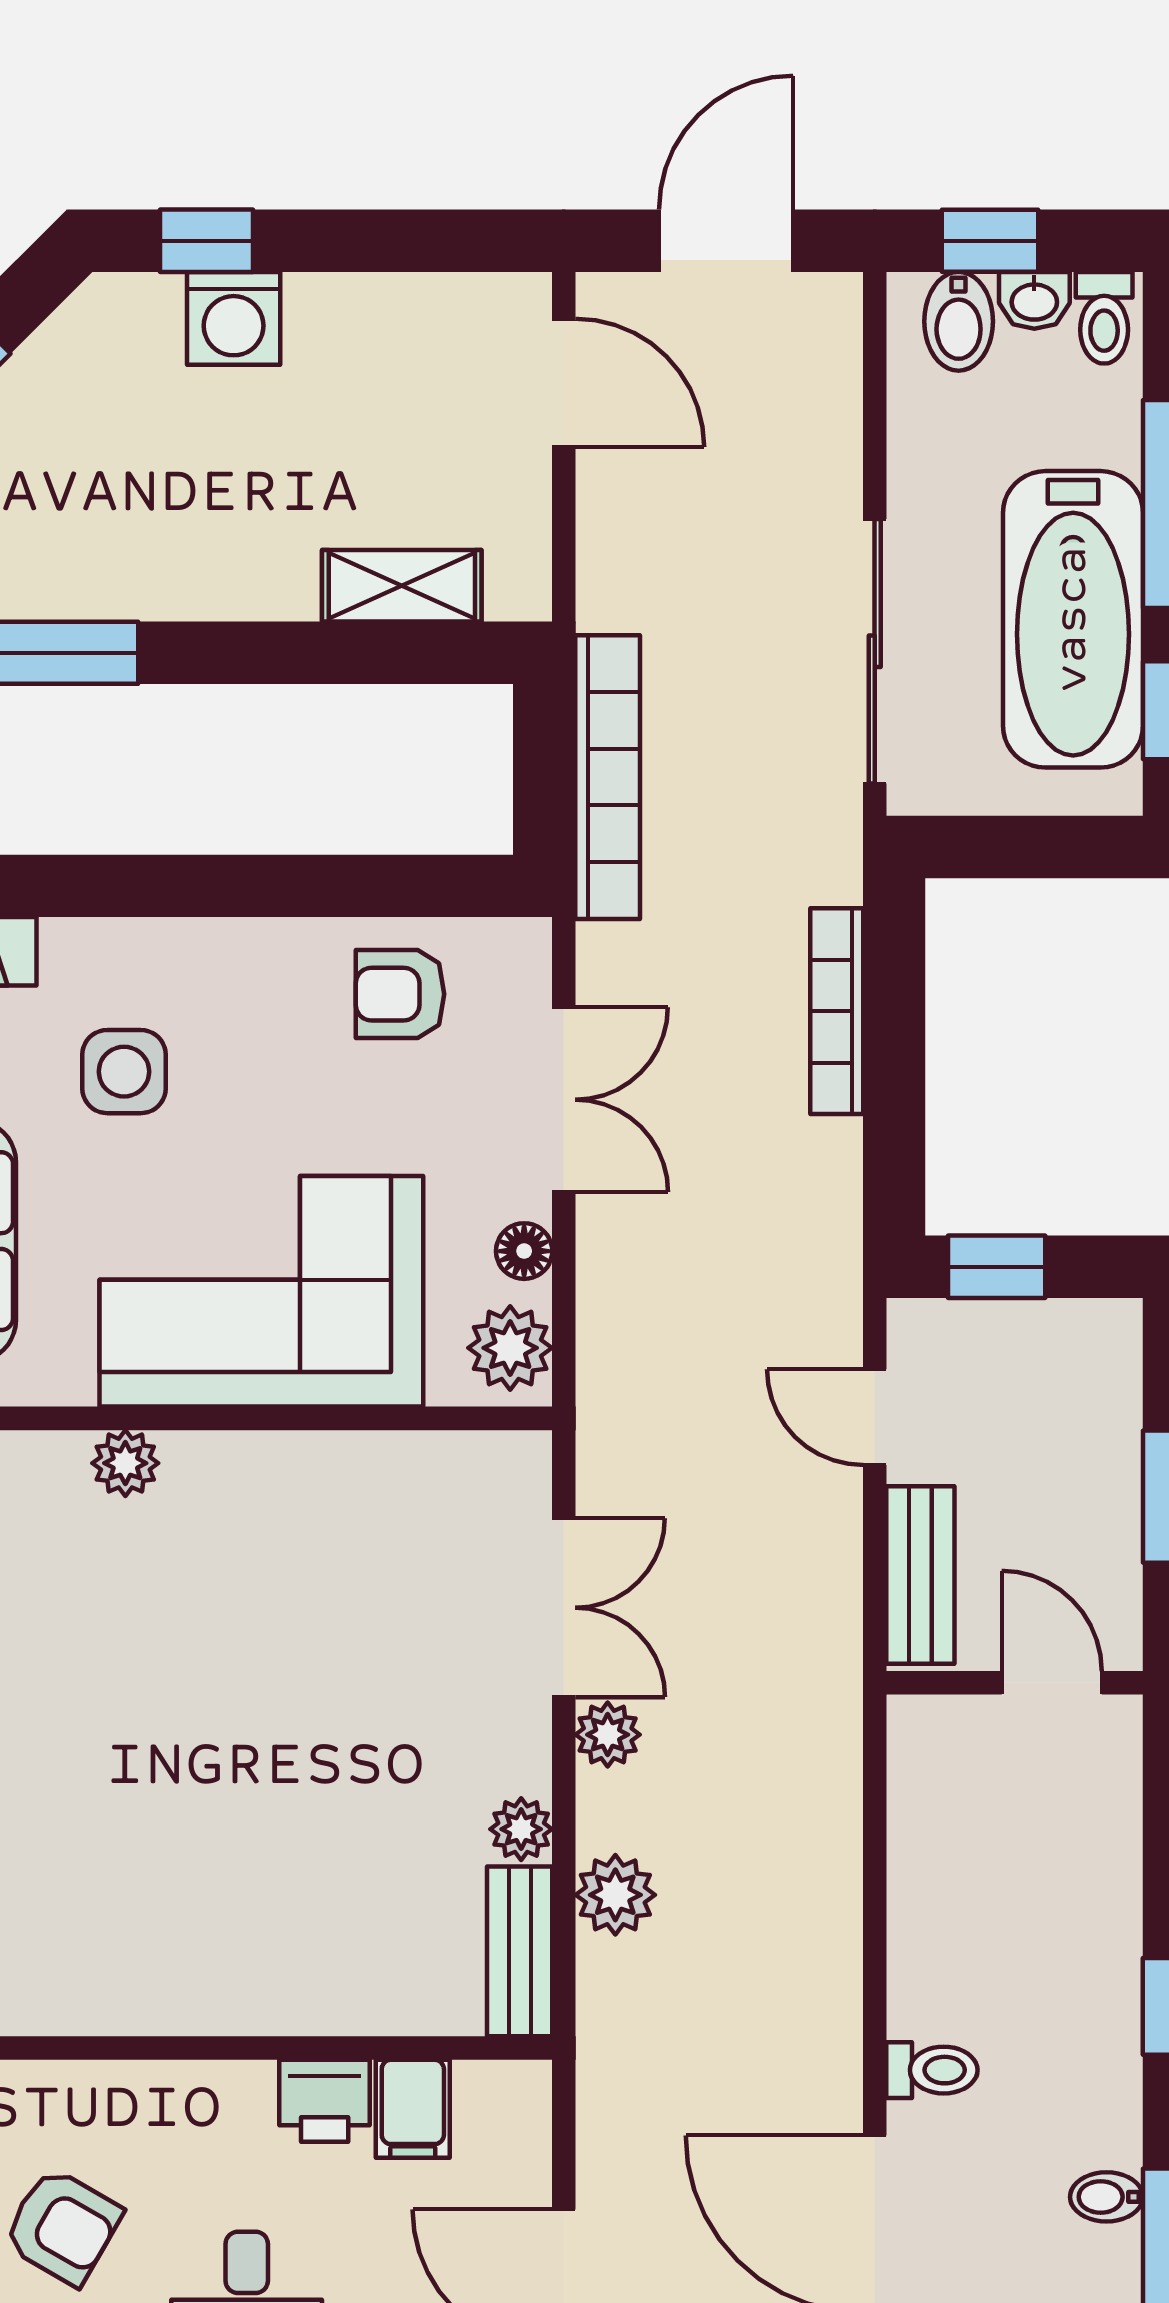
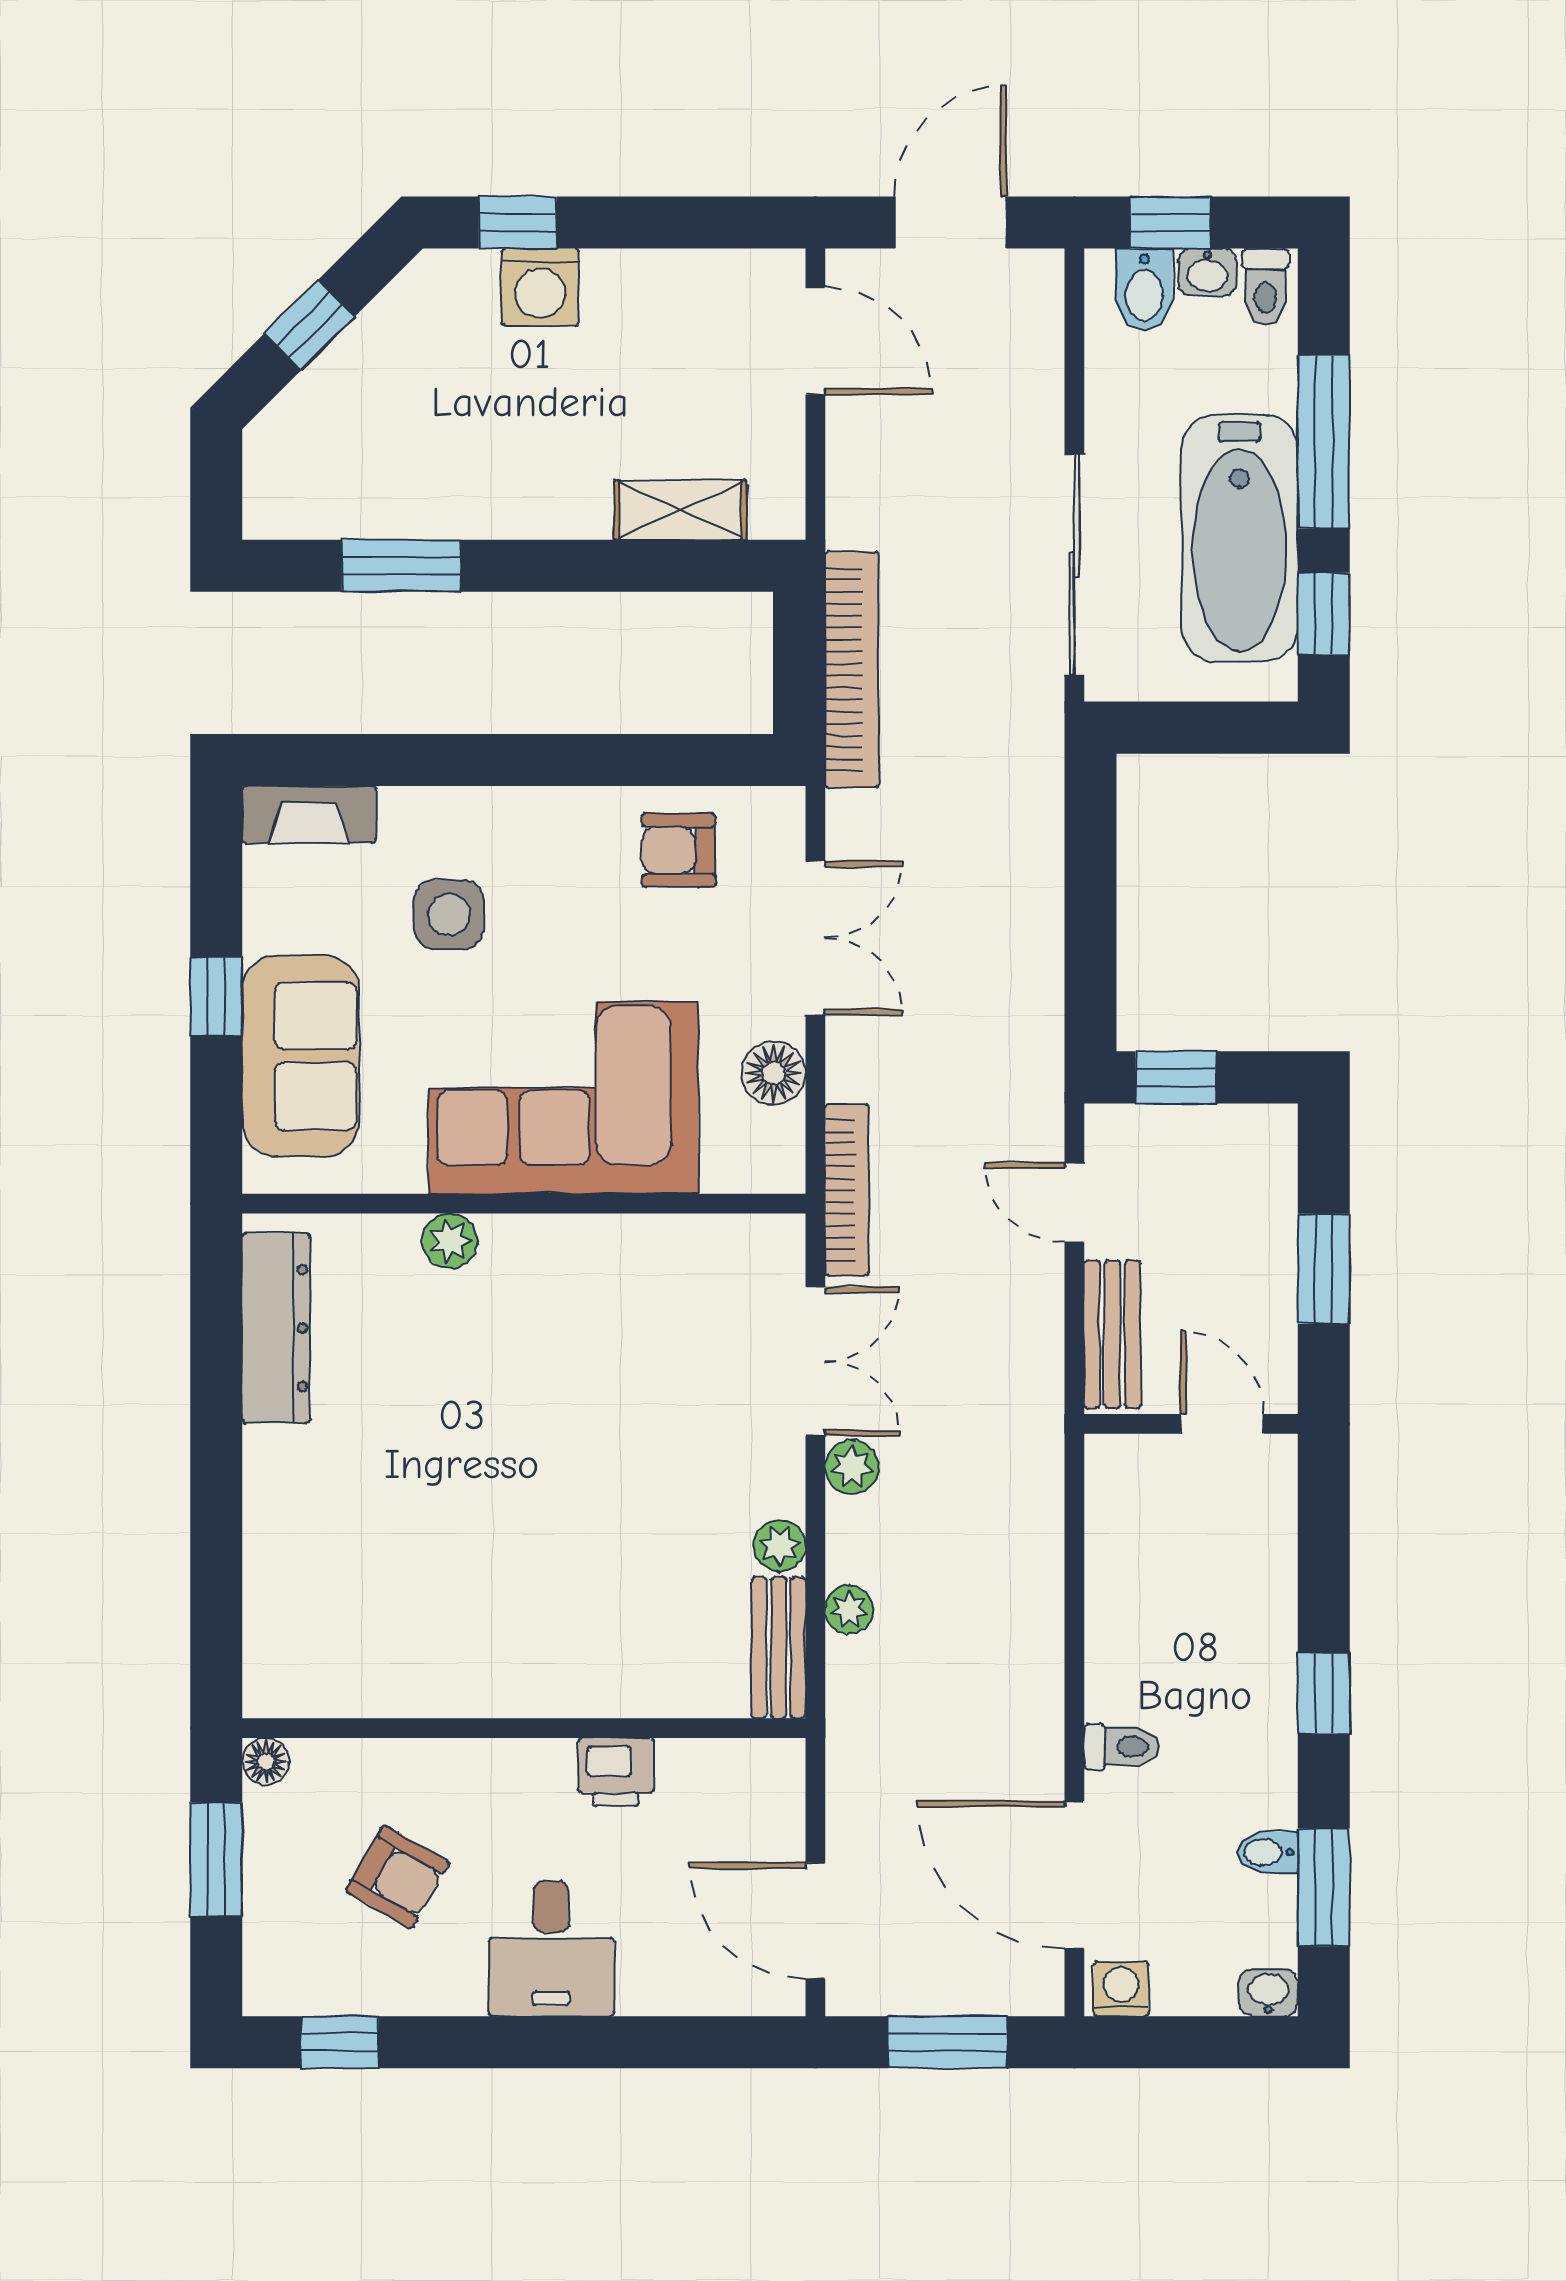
bookcase: (837, 1011) -> (847, 1190), moved, turned 180
floor lamp: (524, 1251) -> (774, 1073), width x1.37, depth x1.37
plant: (510, 1348) -> (771, 1145), removed
plant: (615, 1895) -> (849, 1610), width x0.73, depth x0.73
filing cabinet: (413, 2109) -> (690, 1779), removed

